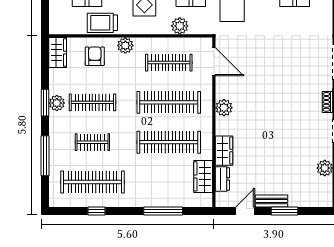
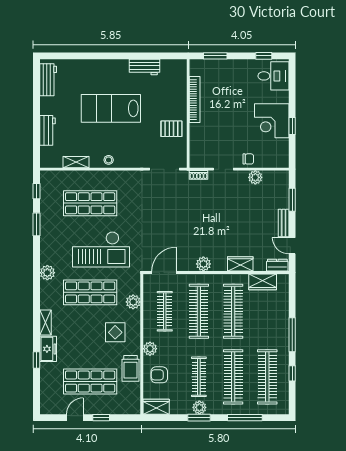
clothes rail: (92, 142) -> (233, 377), width x1.86, depth x1.31
dresser: (222, 179) -> (277, 265), moved
window: (163, 211) -> (292, 335), moved
window: (284, 211) -> (292, 200), moved

